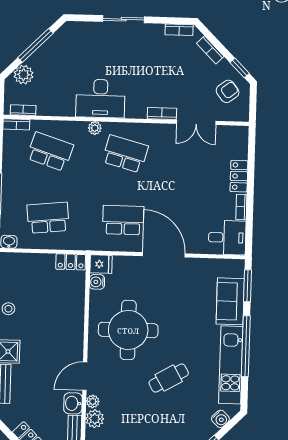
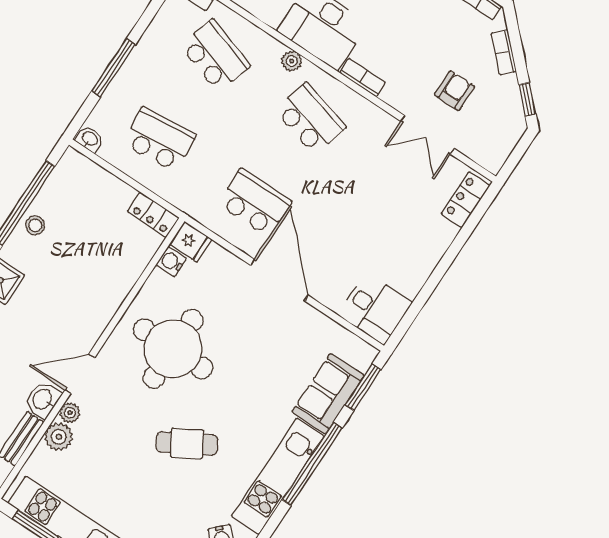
armchair: (228, 91) -> (455, 91), moved, turned -53
bookcase: (162, 114) -> (362, 78), moved
locker: (239, 176) -> (466, 200), moved
bookcase: (241, 207) -> (418, 280), removed

